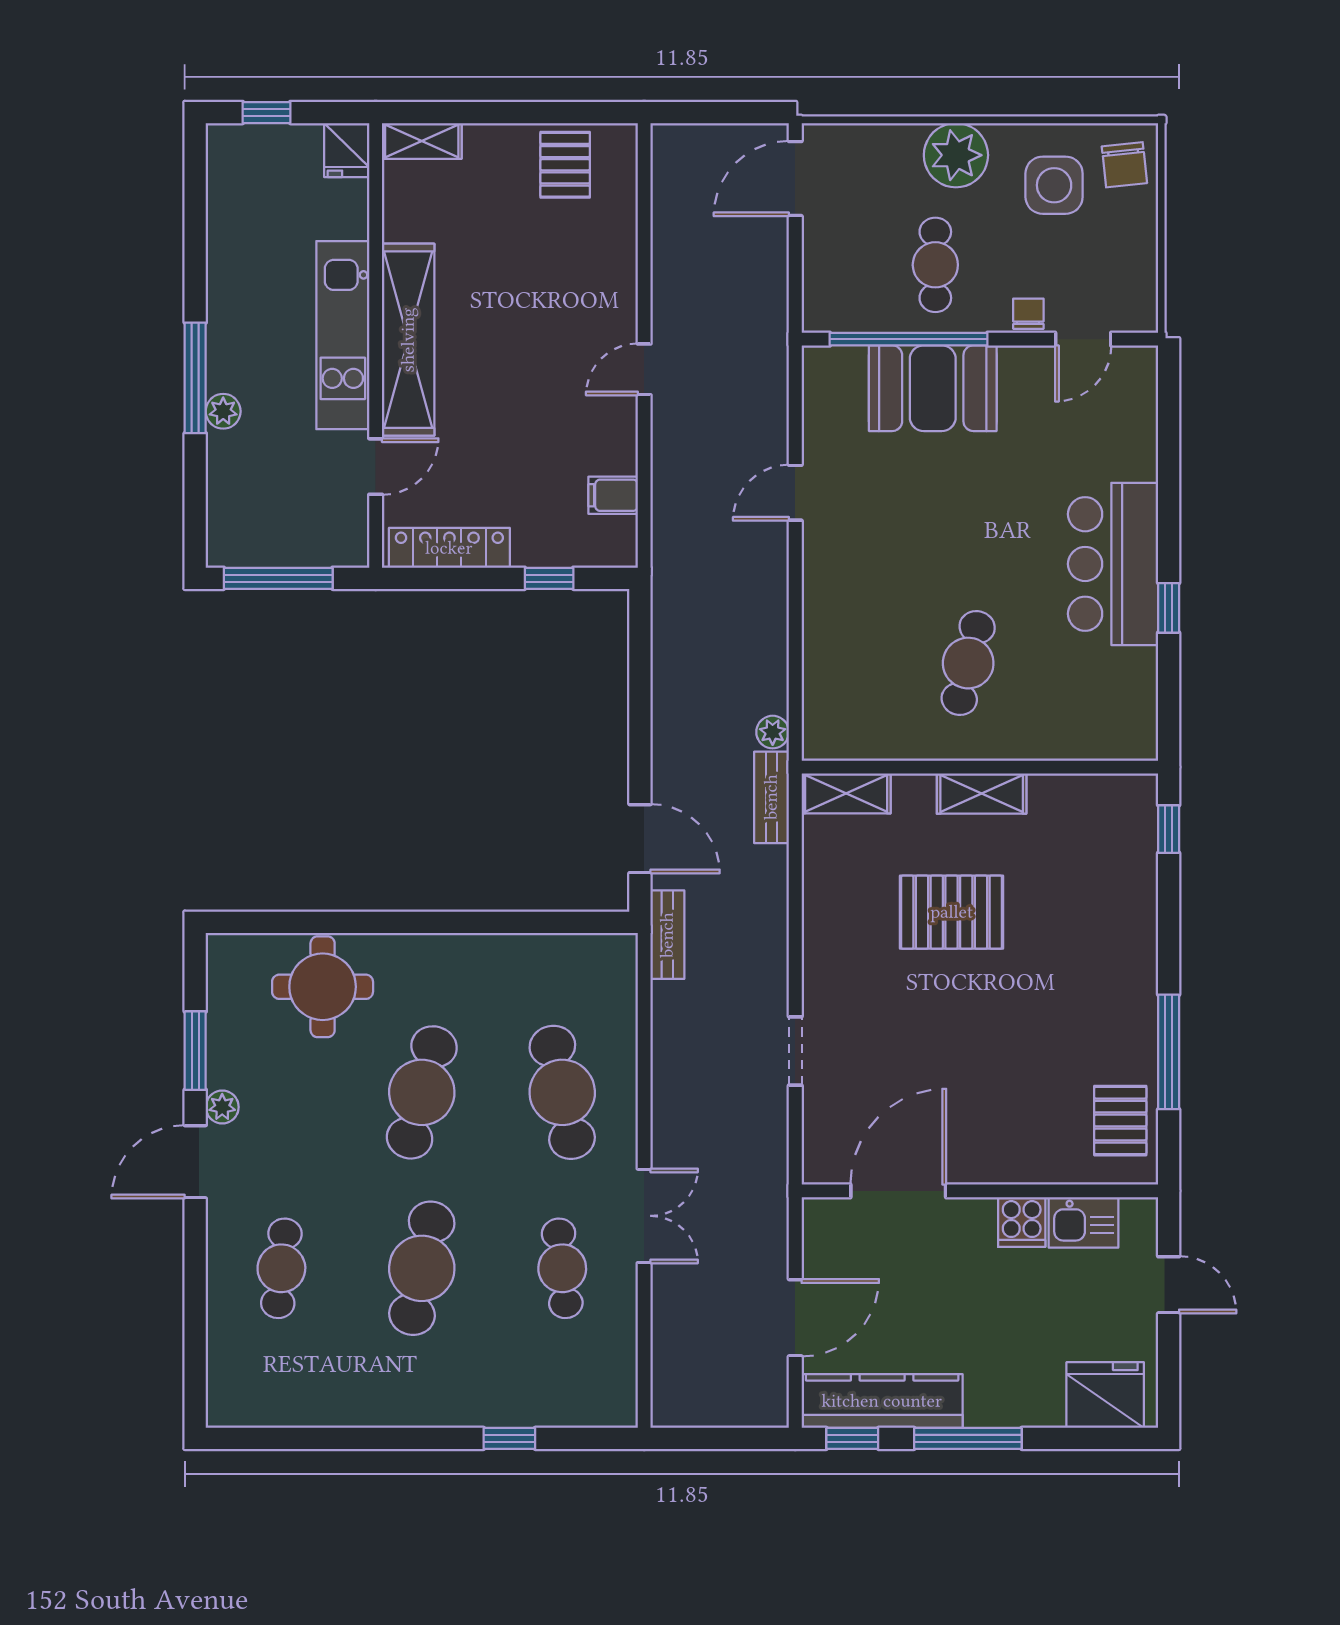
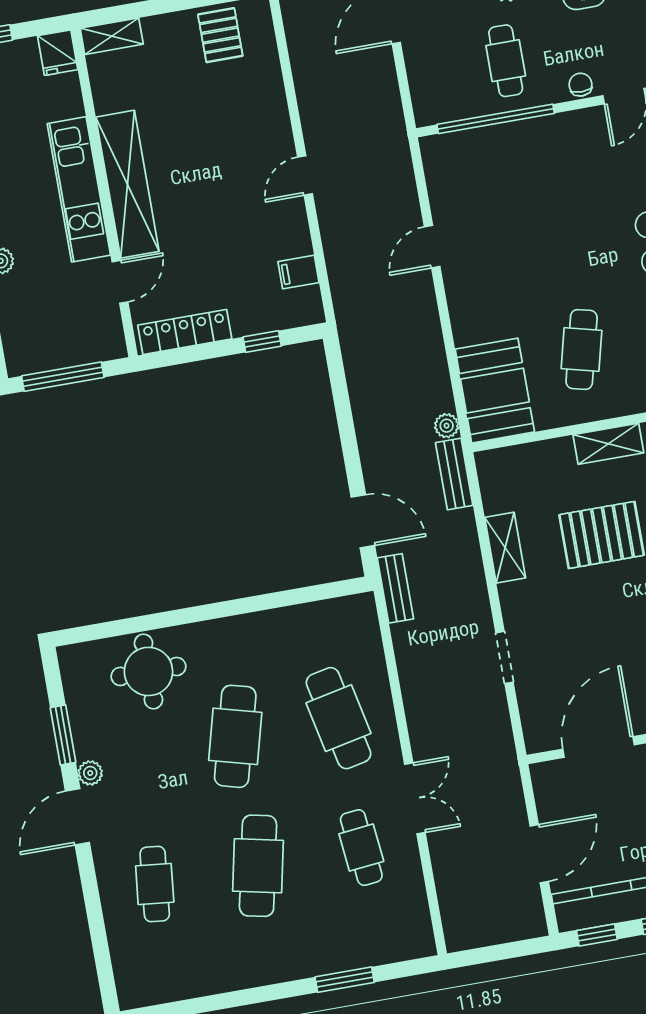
booth: (933, 388) -> (495, 391), moved, turned 90
shelving: (846, 793) -> (505, 548), moved, turned 90
window: (509, 1438) -> (345, 980), width x1.50

